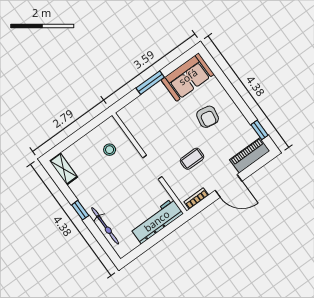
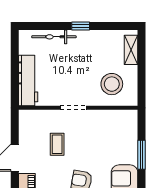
stool: (110, 150) -> (112, 84), width x1.89, depth x1.89
shelving: (63, 169) -> (131, 50), moved, turned 90
bookcase: (196, 198) -> (23, 125), removed

